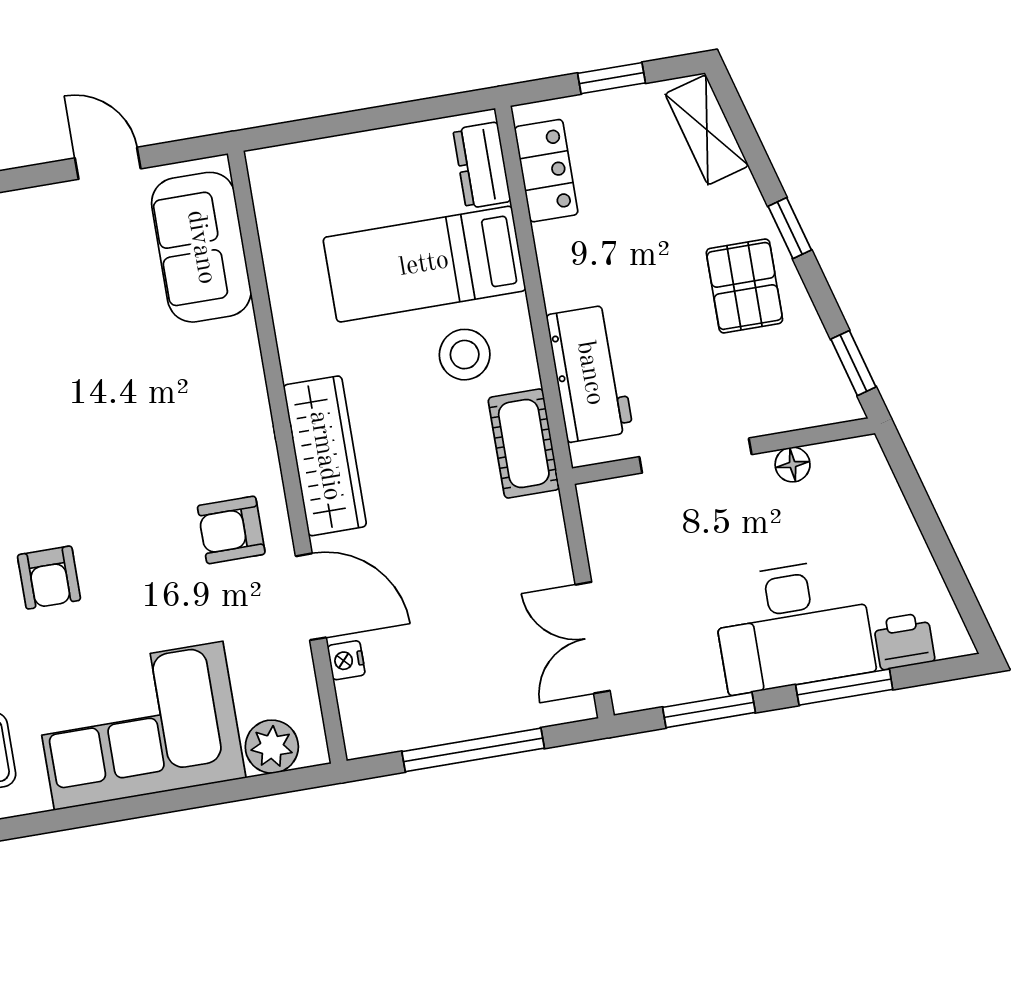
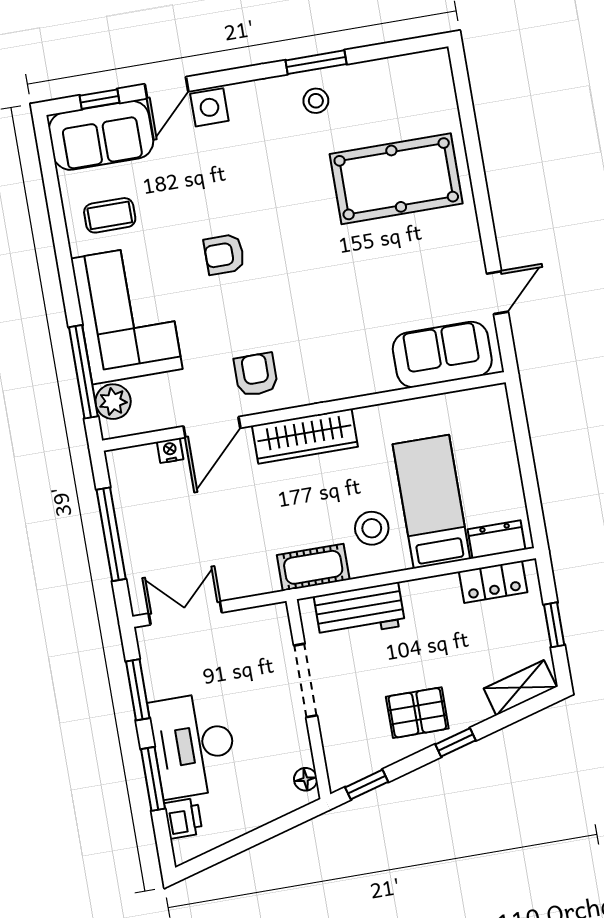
floor lamp: (793, 465) -> (306, 779), moved
window: (227, 792) -> (83, 372), added

